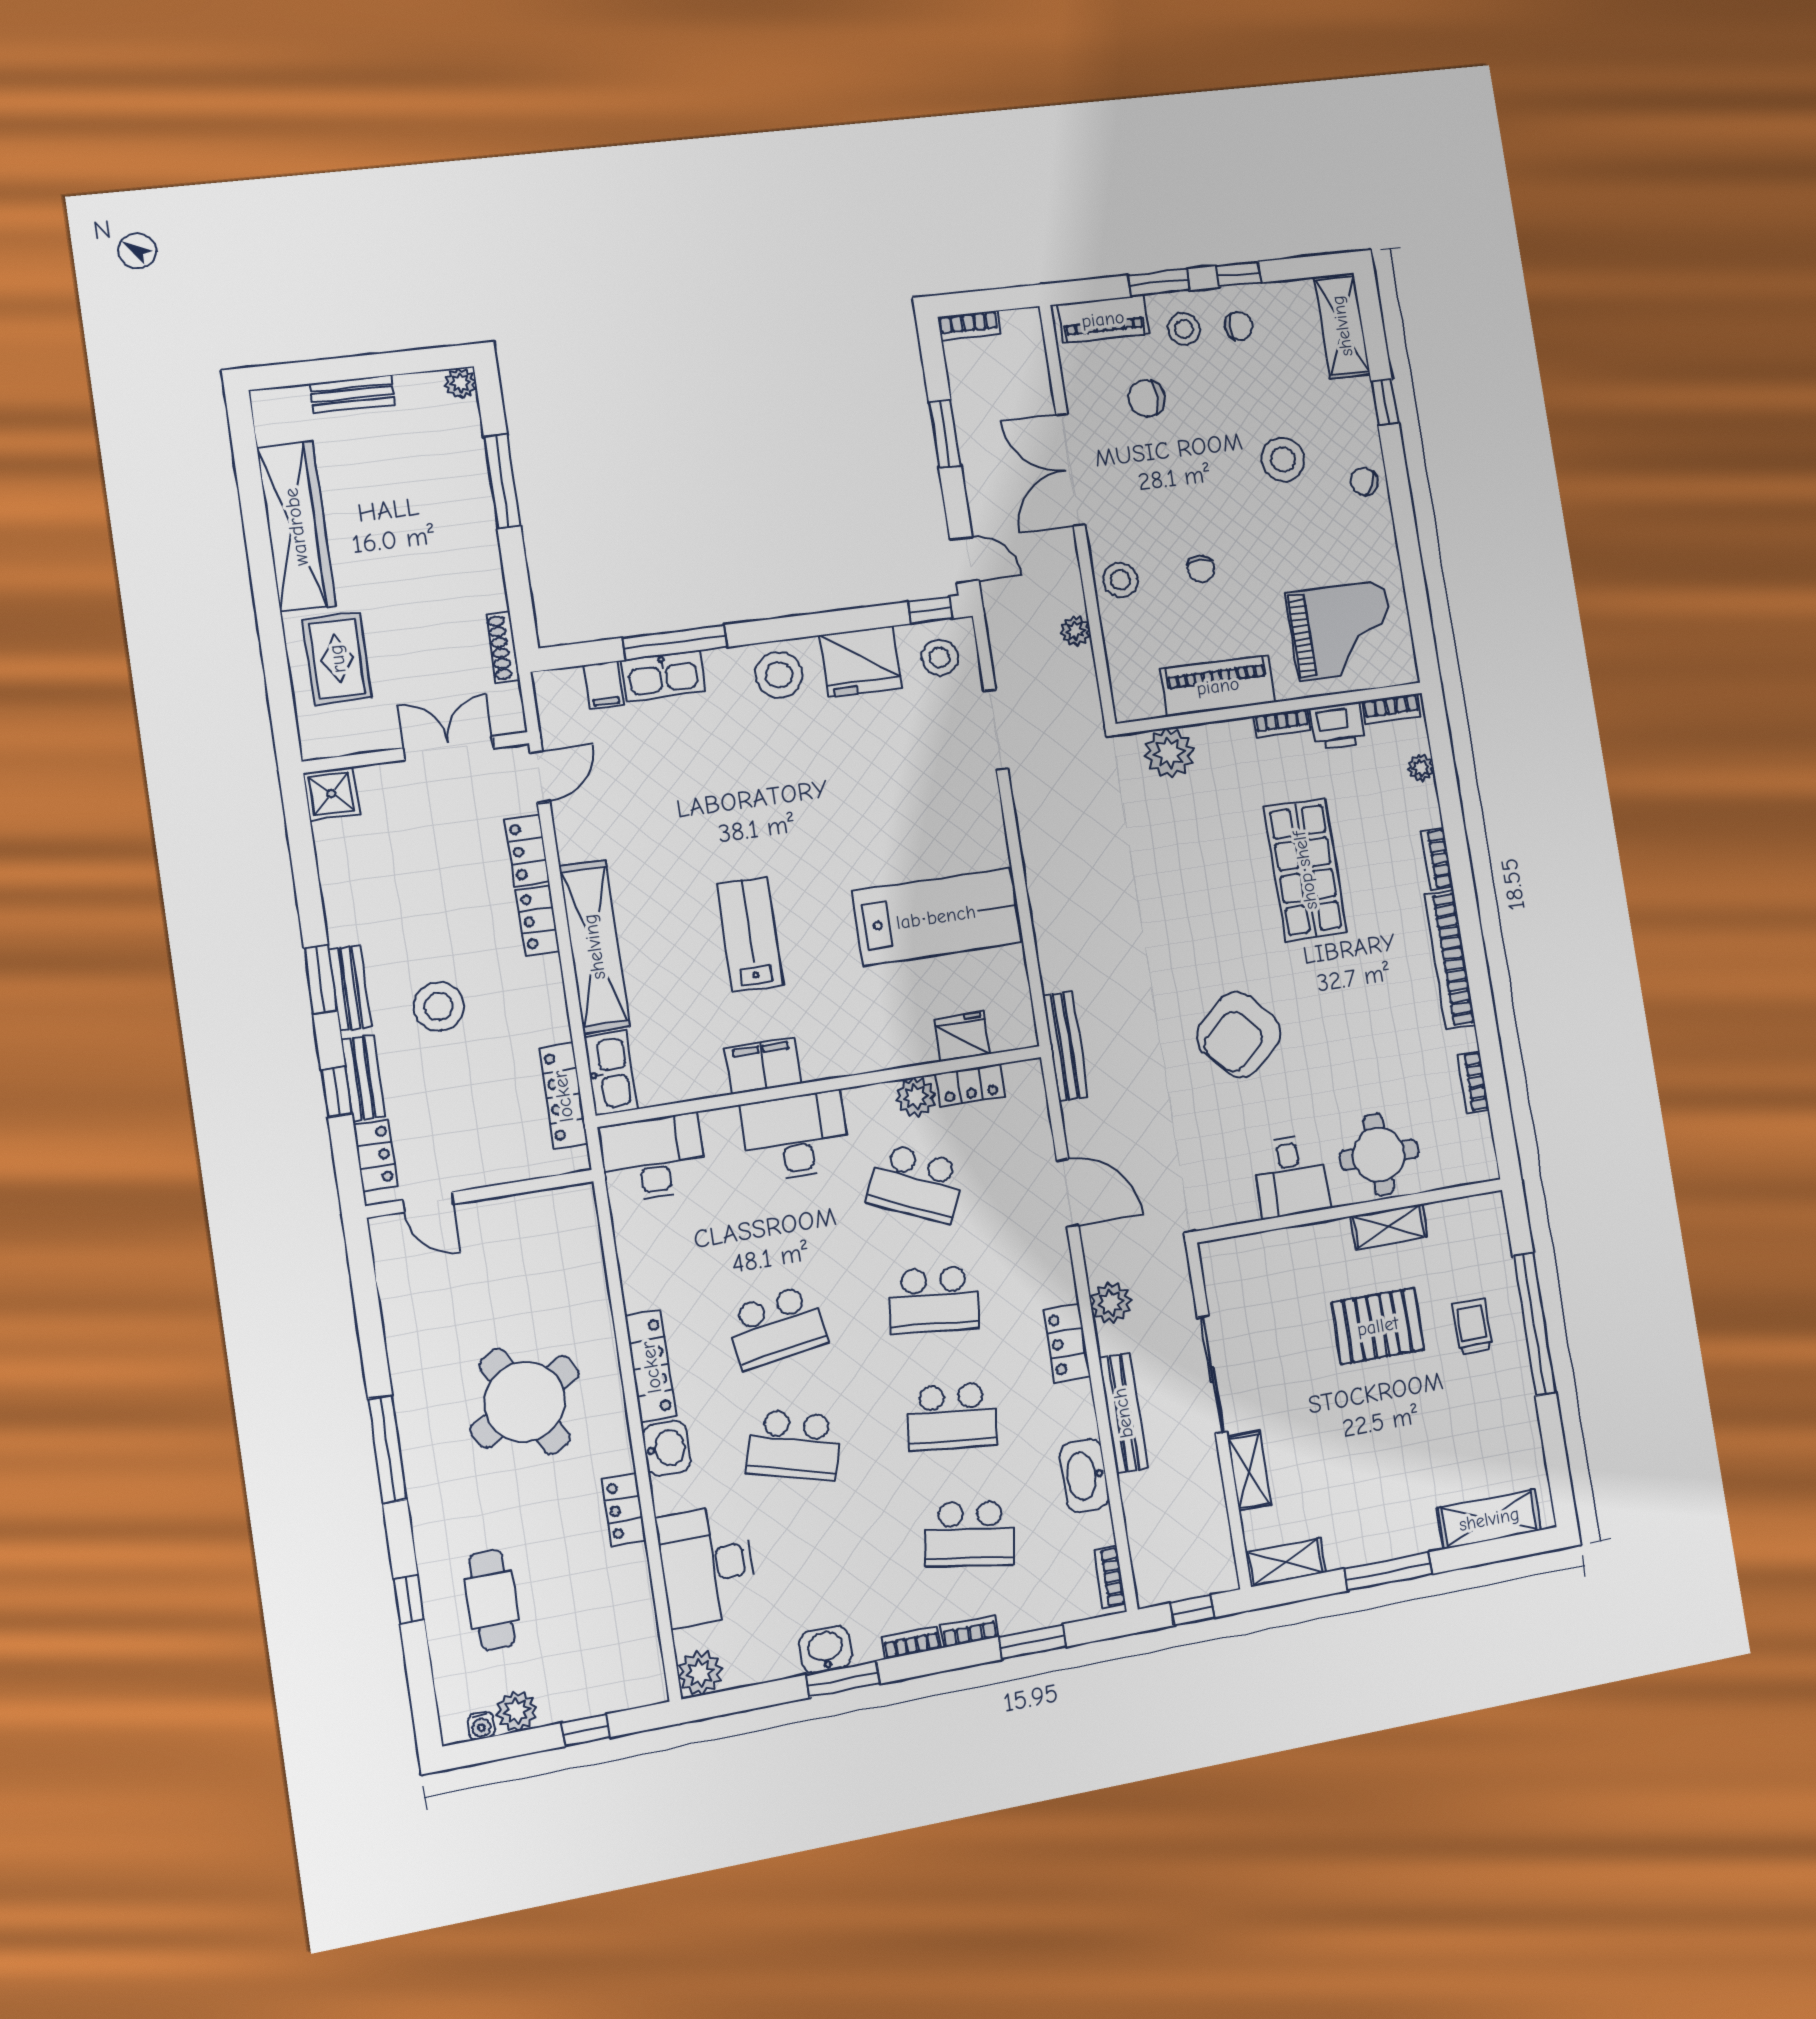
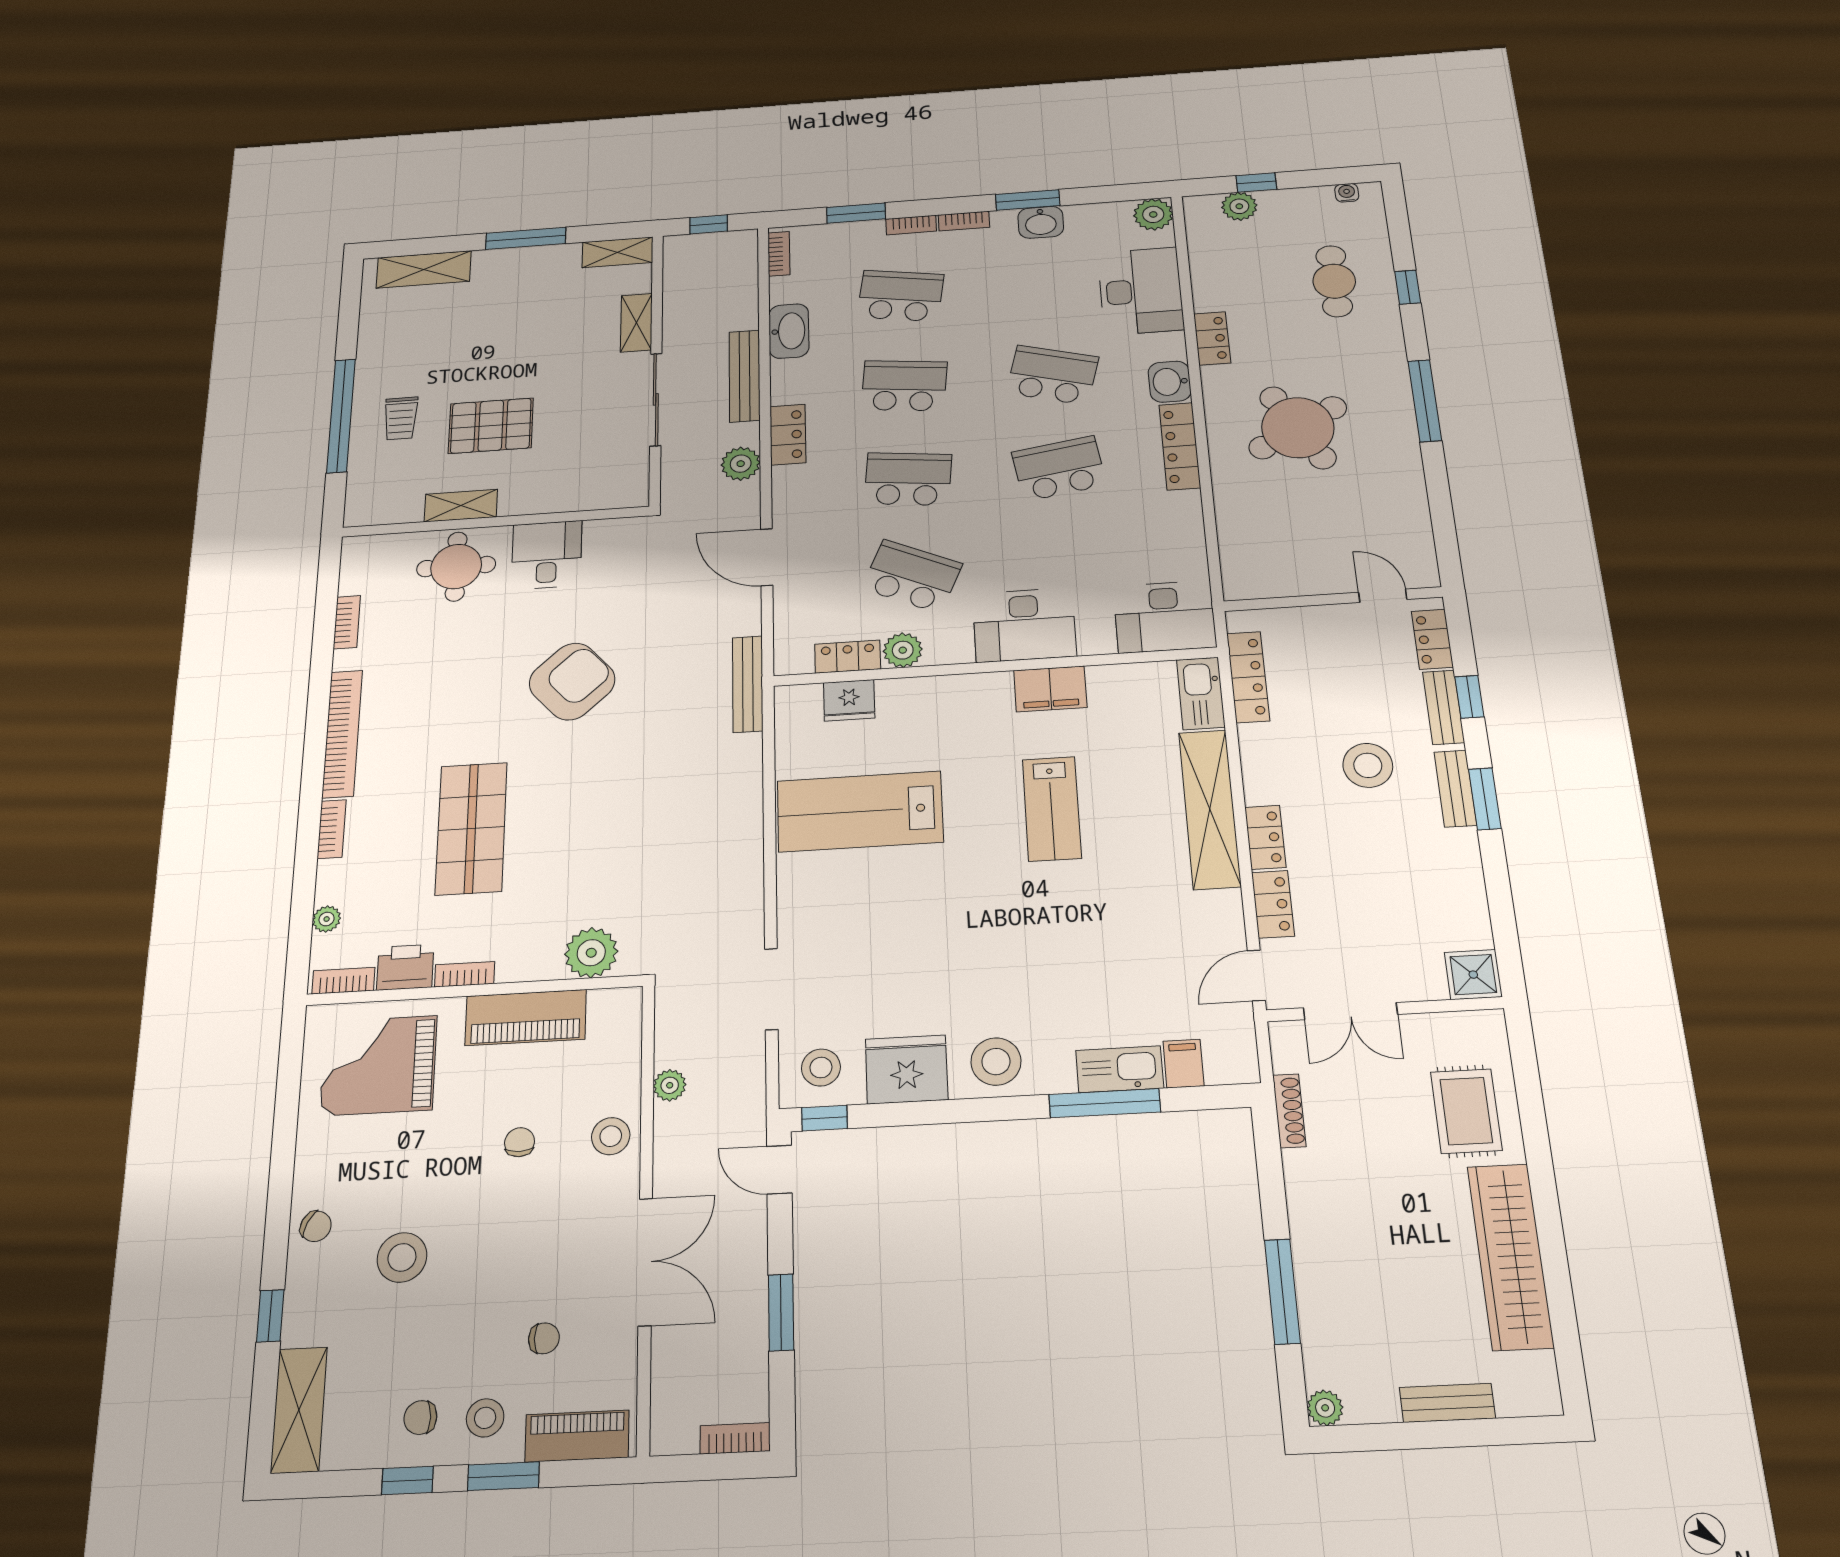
chair: (1147, 398) -> (544, 1338), width x0.73, depth x0.73
plant: (517, 1711) -> (1239, 206), moved

